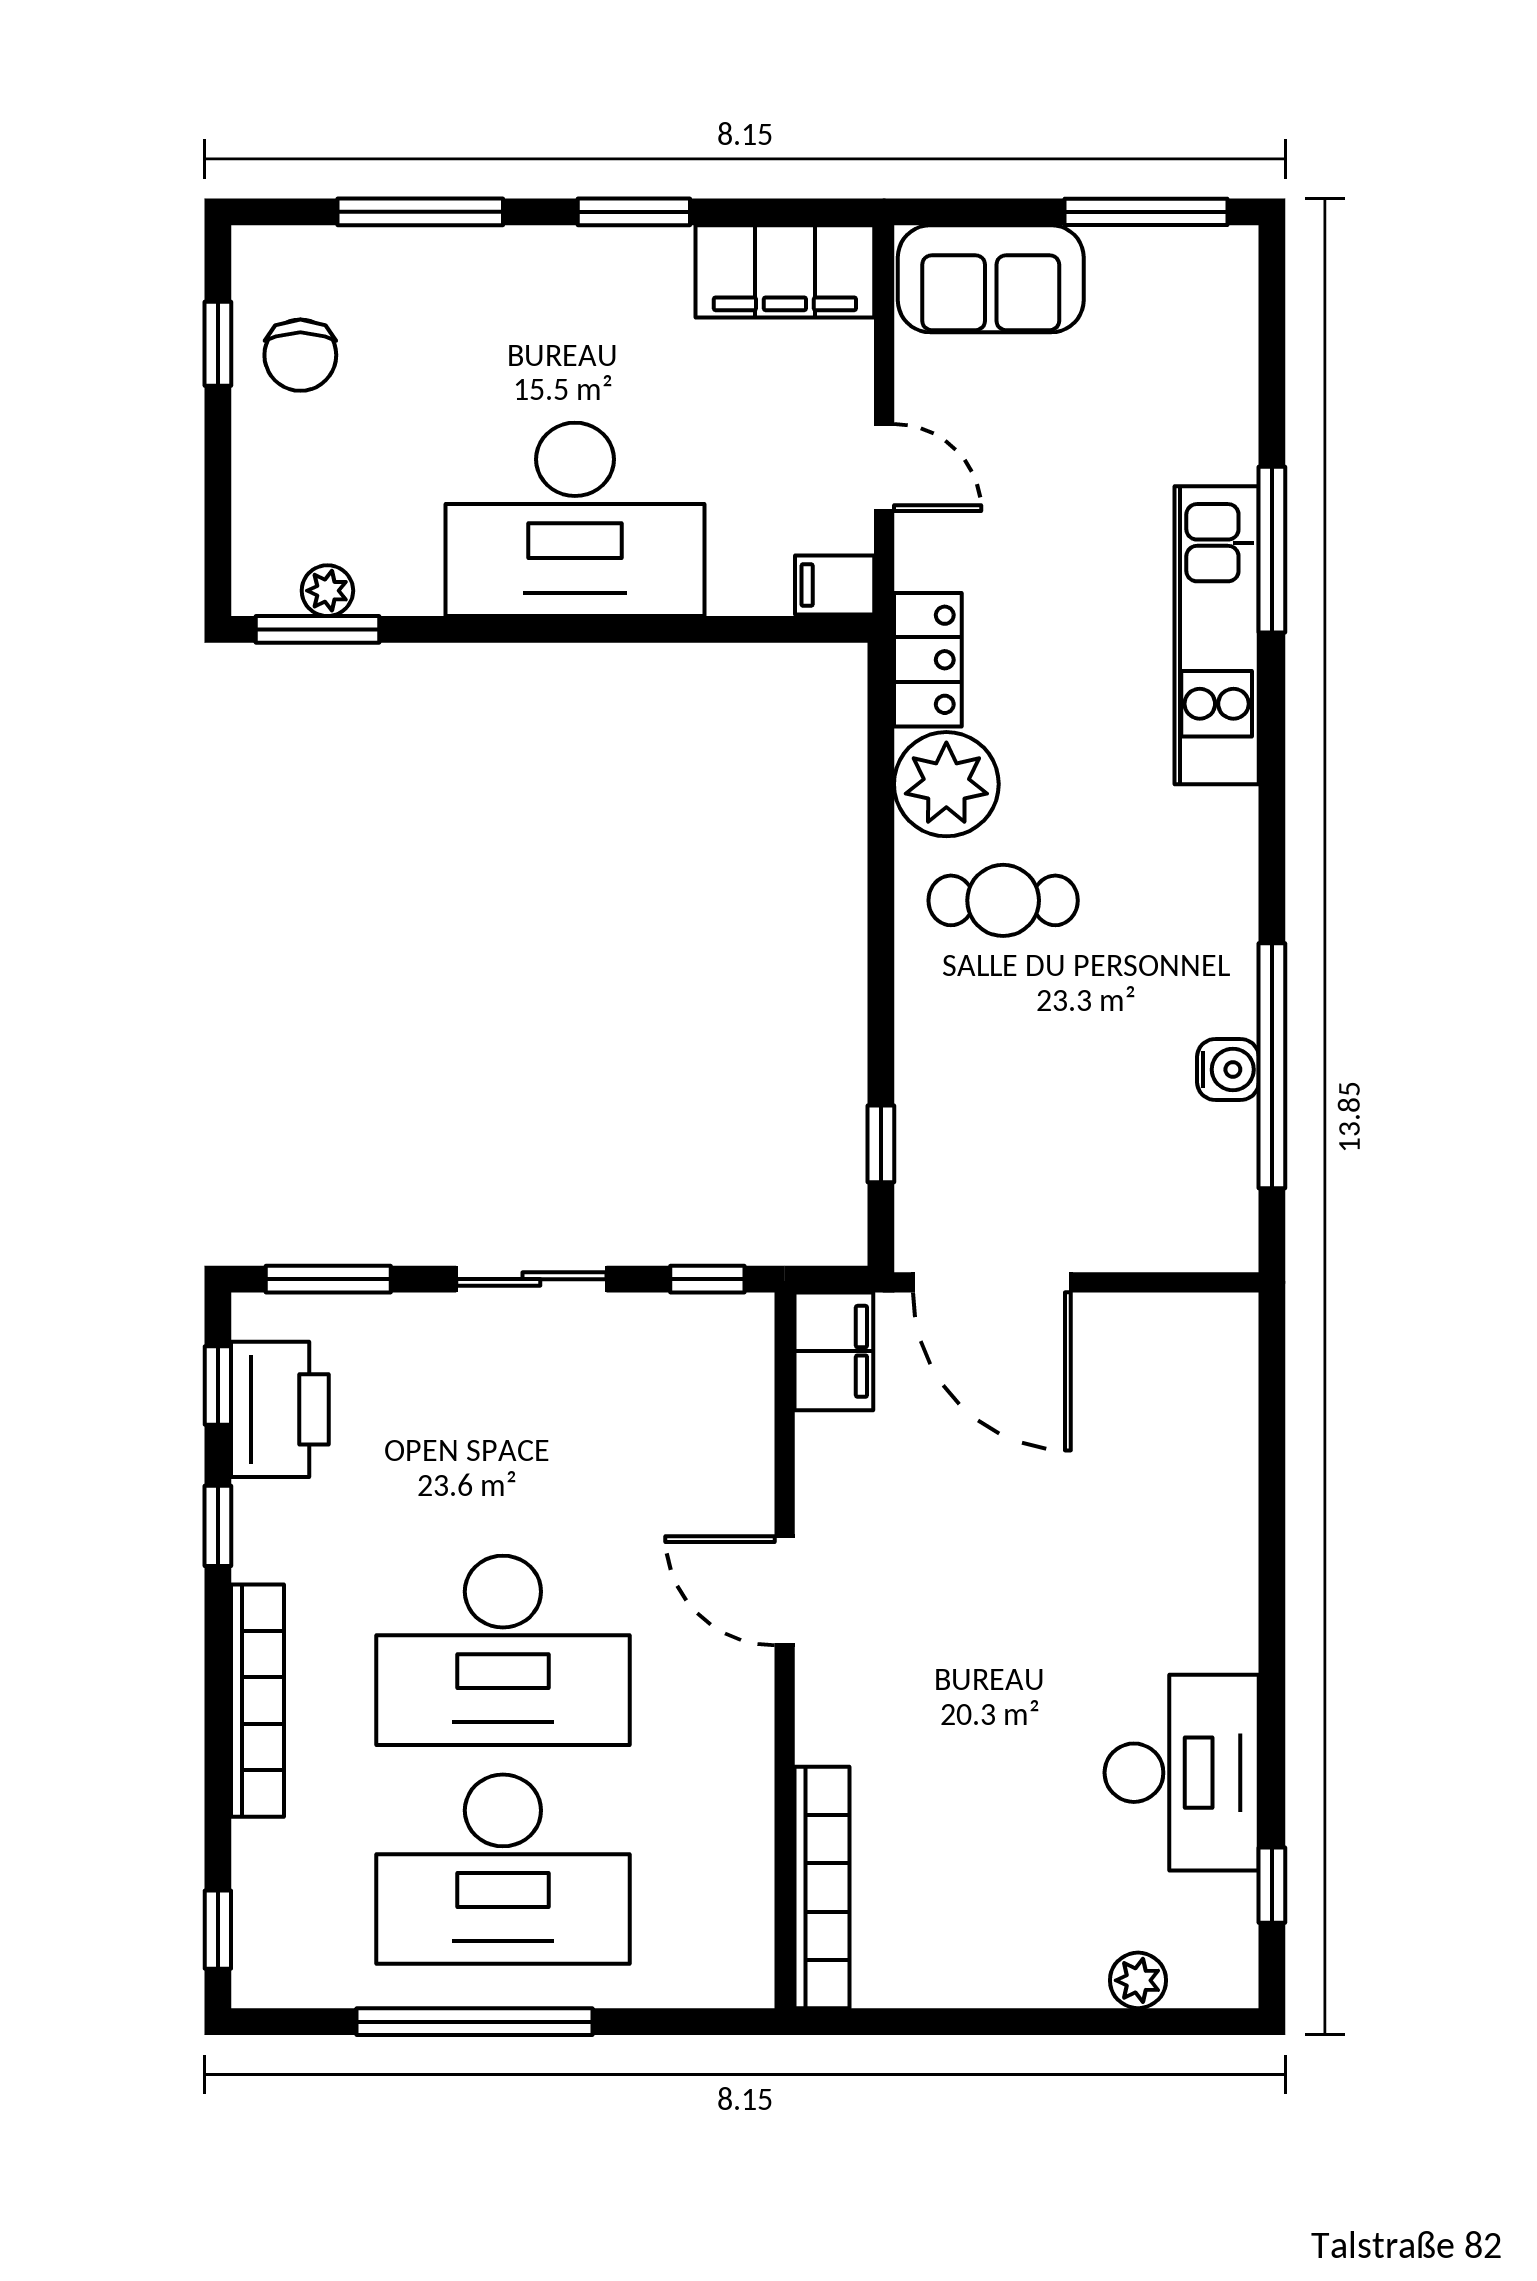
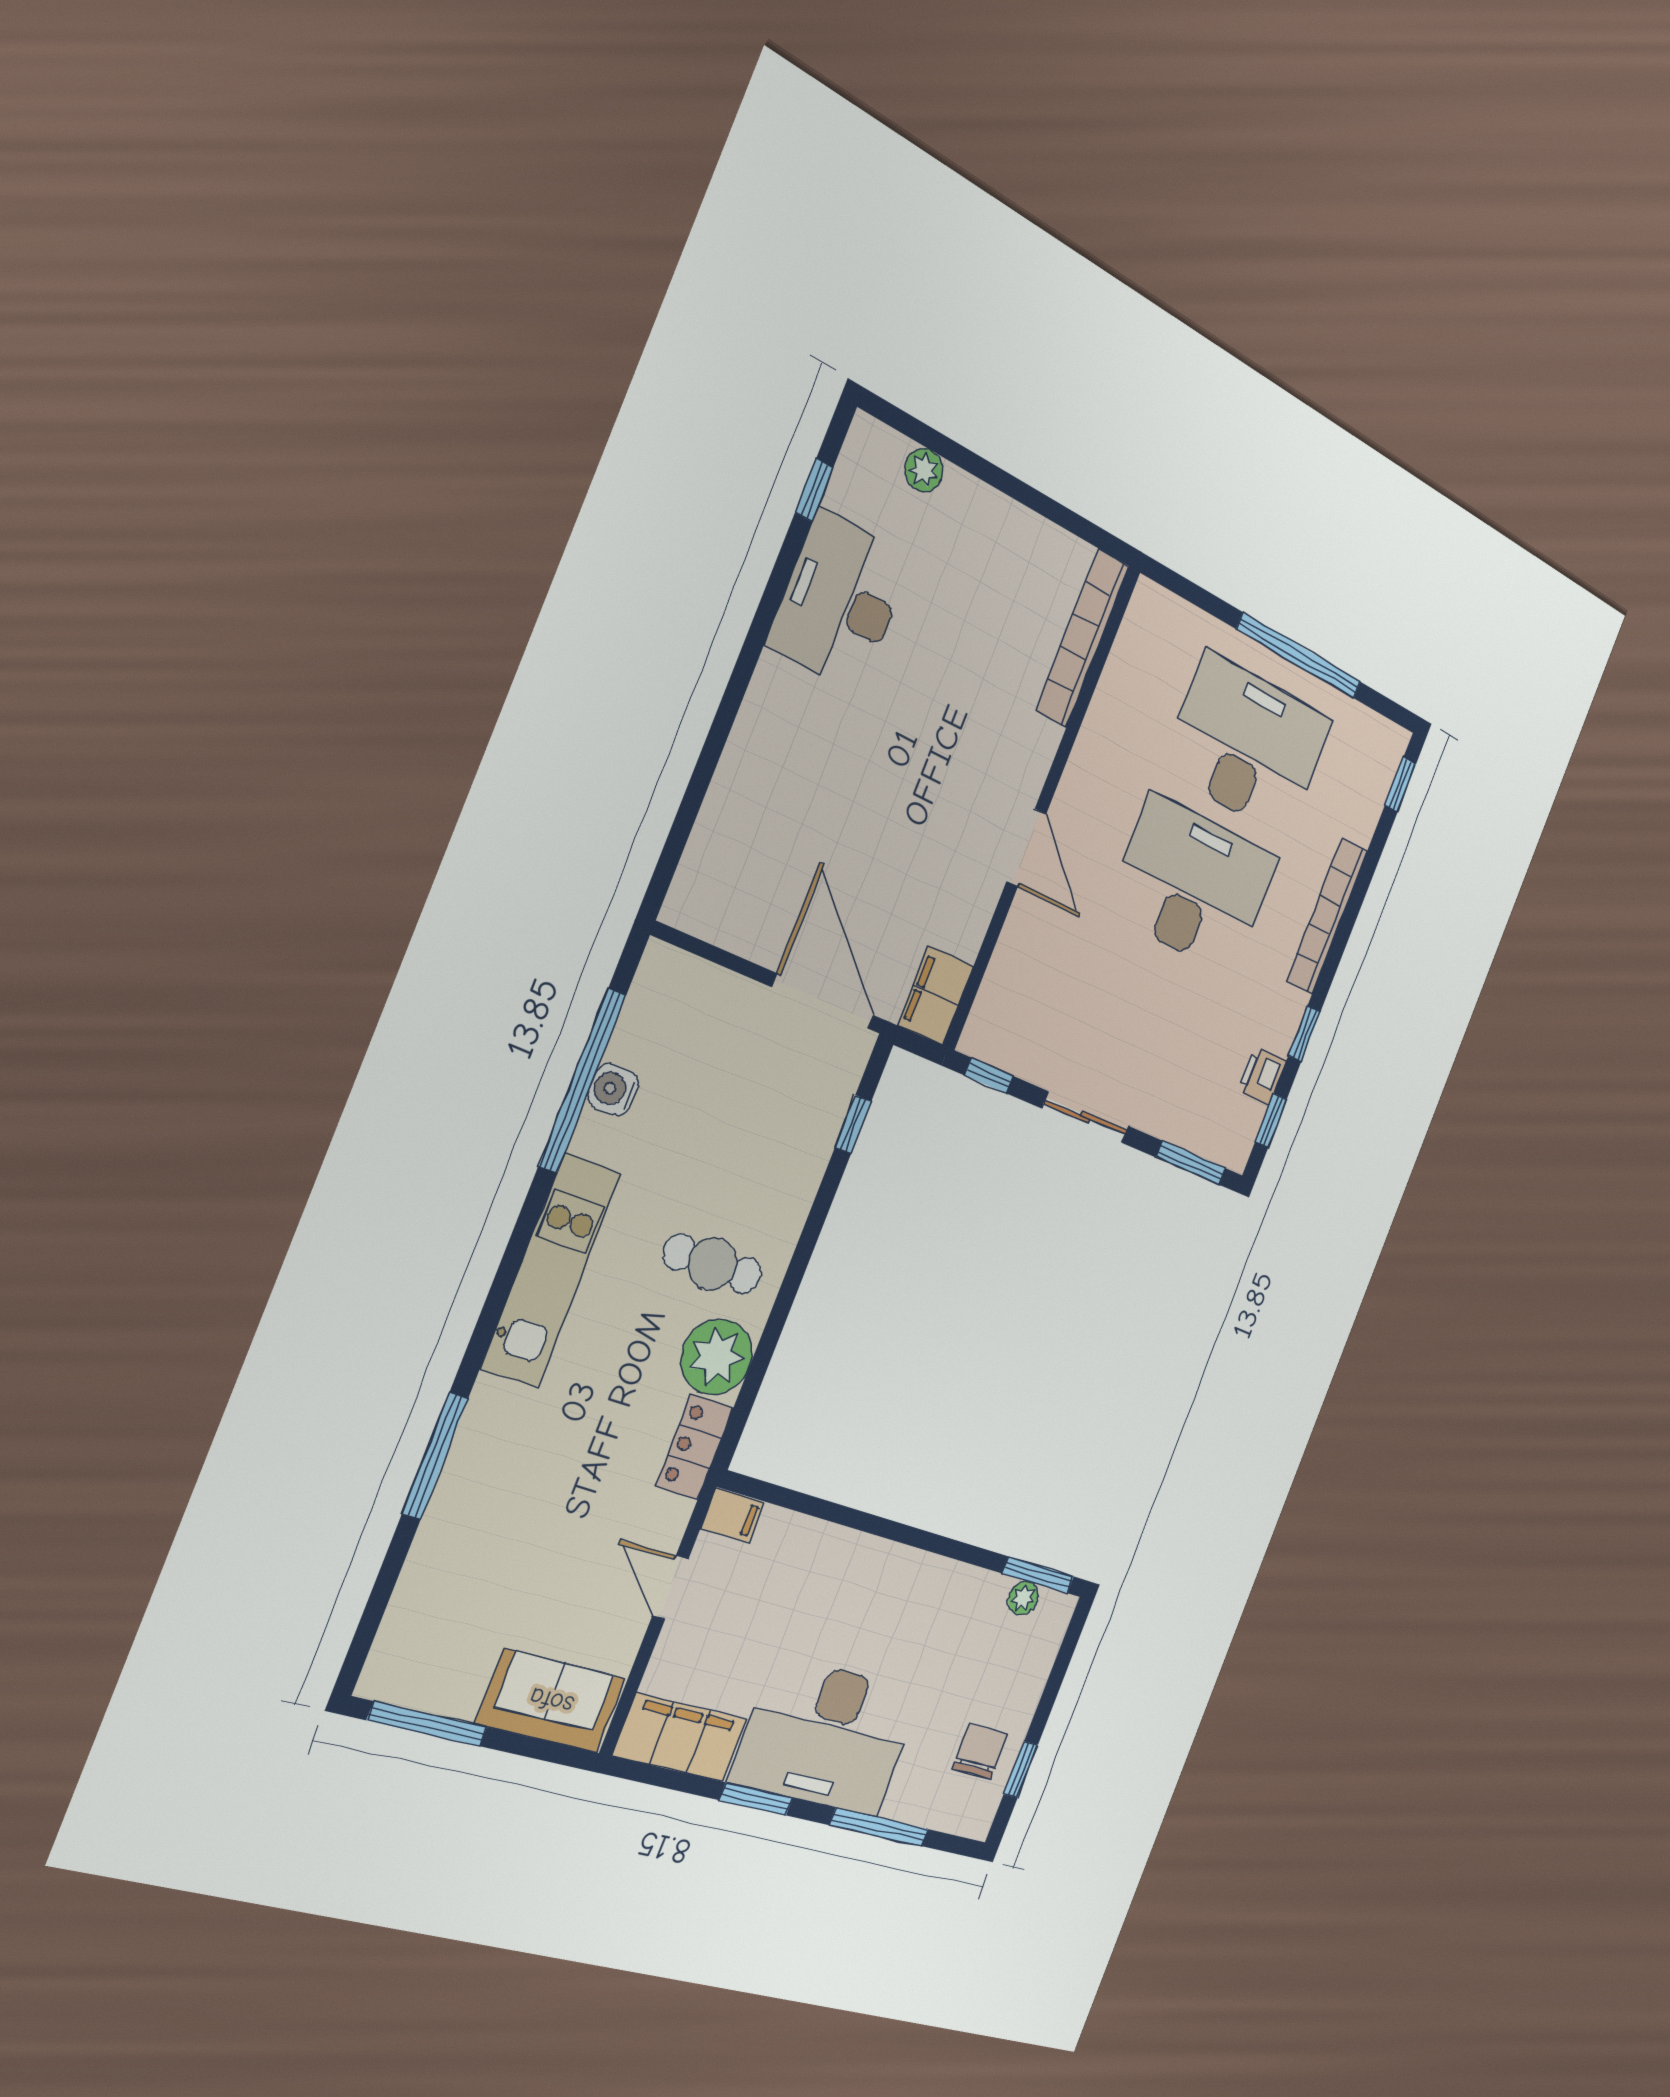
desk: (575, 519) -> (827, 1736), moved, turned 180
kitchen unit: (1217, 635) -> (551, 1271), moved
printer: (280, 1409) -> (1262, 1076), width x0.53, depth x0.68

